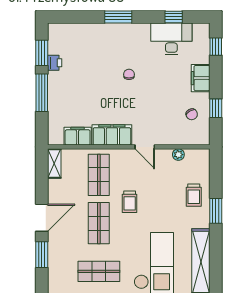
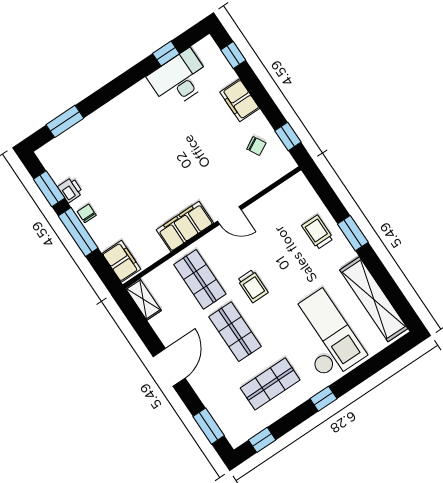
window: (118, 17) -> (65, 121), moved
chair: (129, 74) -> (87, 213), moved
window: (216, 108) -> (288, 136), moved
filing cabinet: (78, 136) -> (121, 261), moved, turned 90
plant: (178, 155) -> (271, 199), removed
trolley: (194, 195) -> (317, 232), turned 180
window: (42, 255) -> (209, 426), moved

